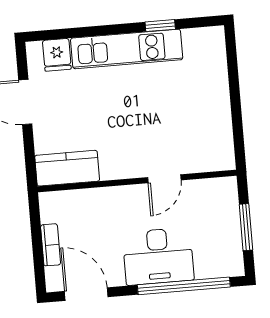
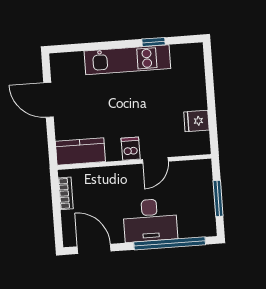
fridge: (57, 55) -> (196, 121), moved, turned 90
dishwasher: (132, 164) -> (131, 149), added
bookcase: (51, 245) -> (66, 193), moved

